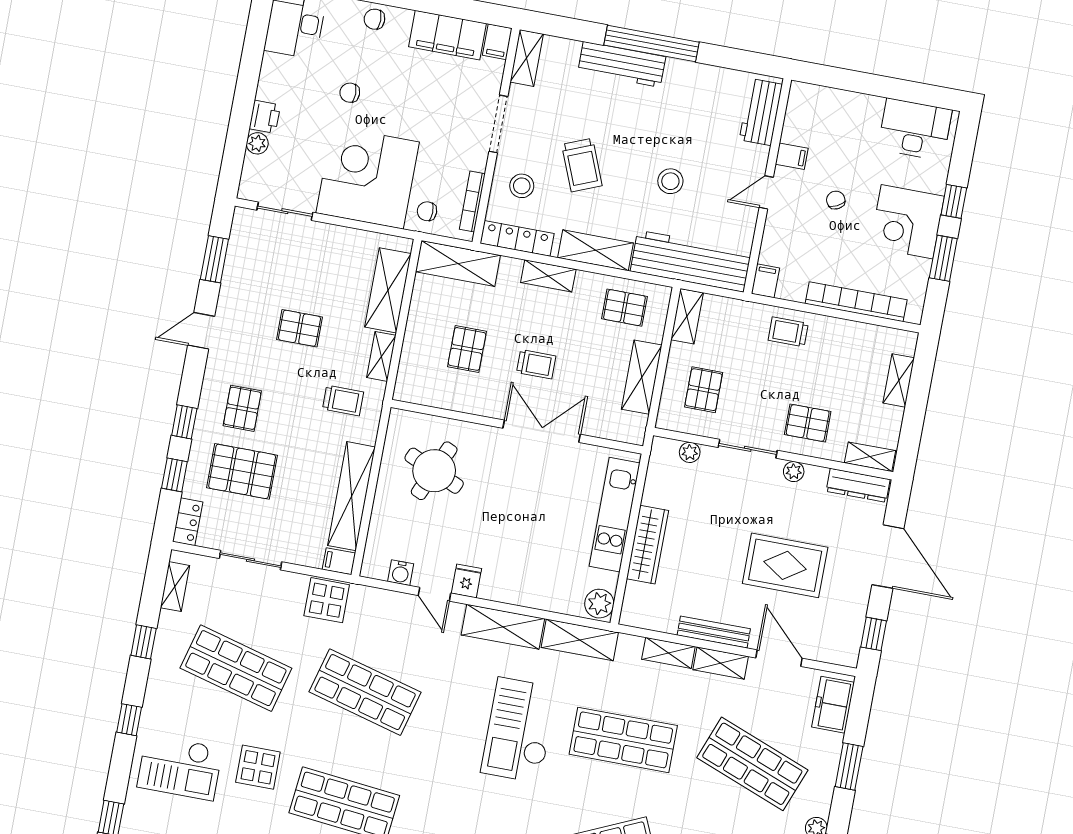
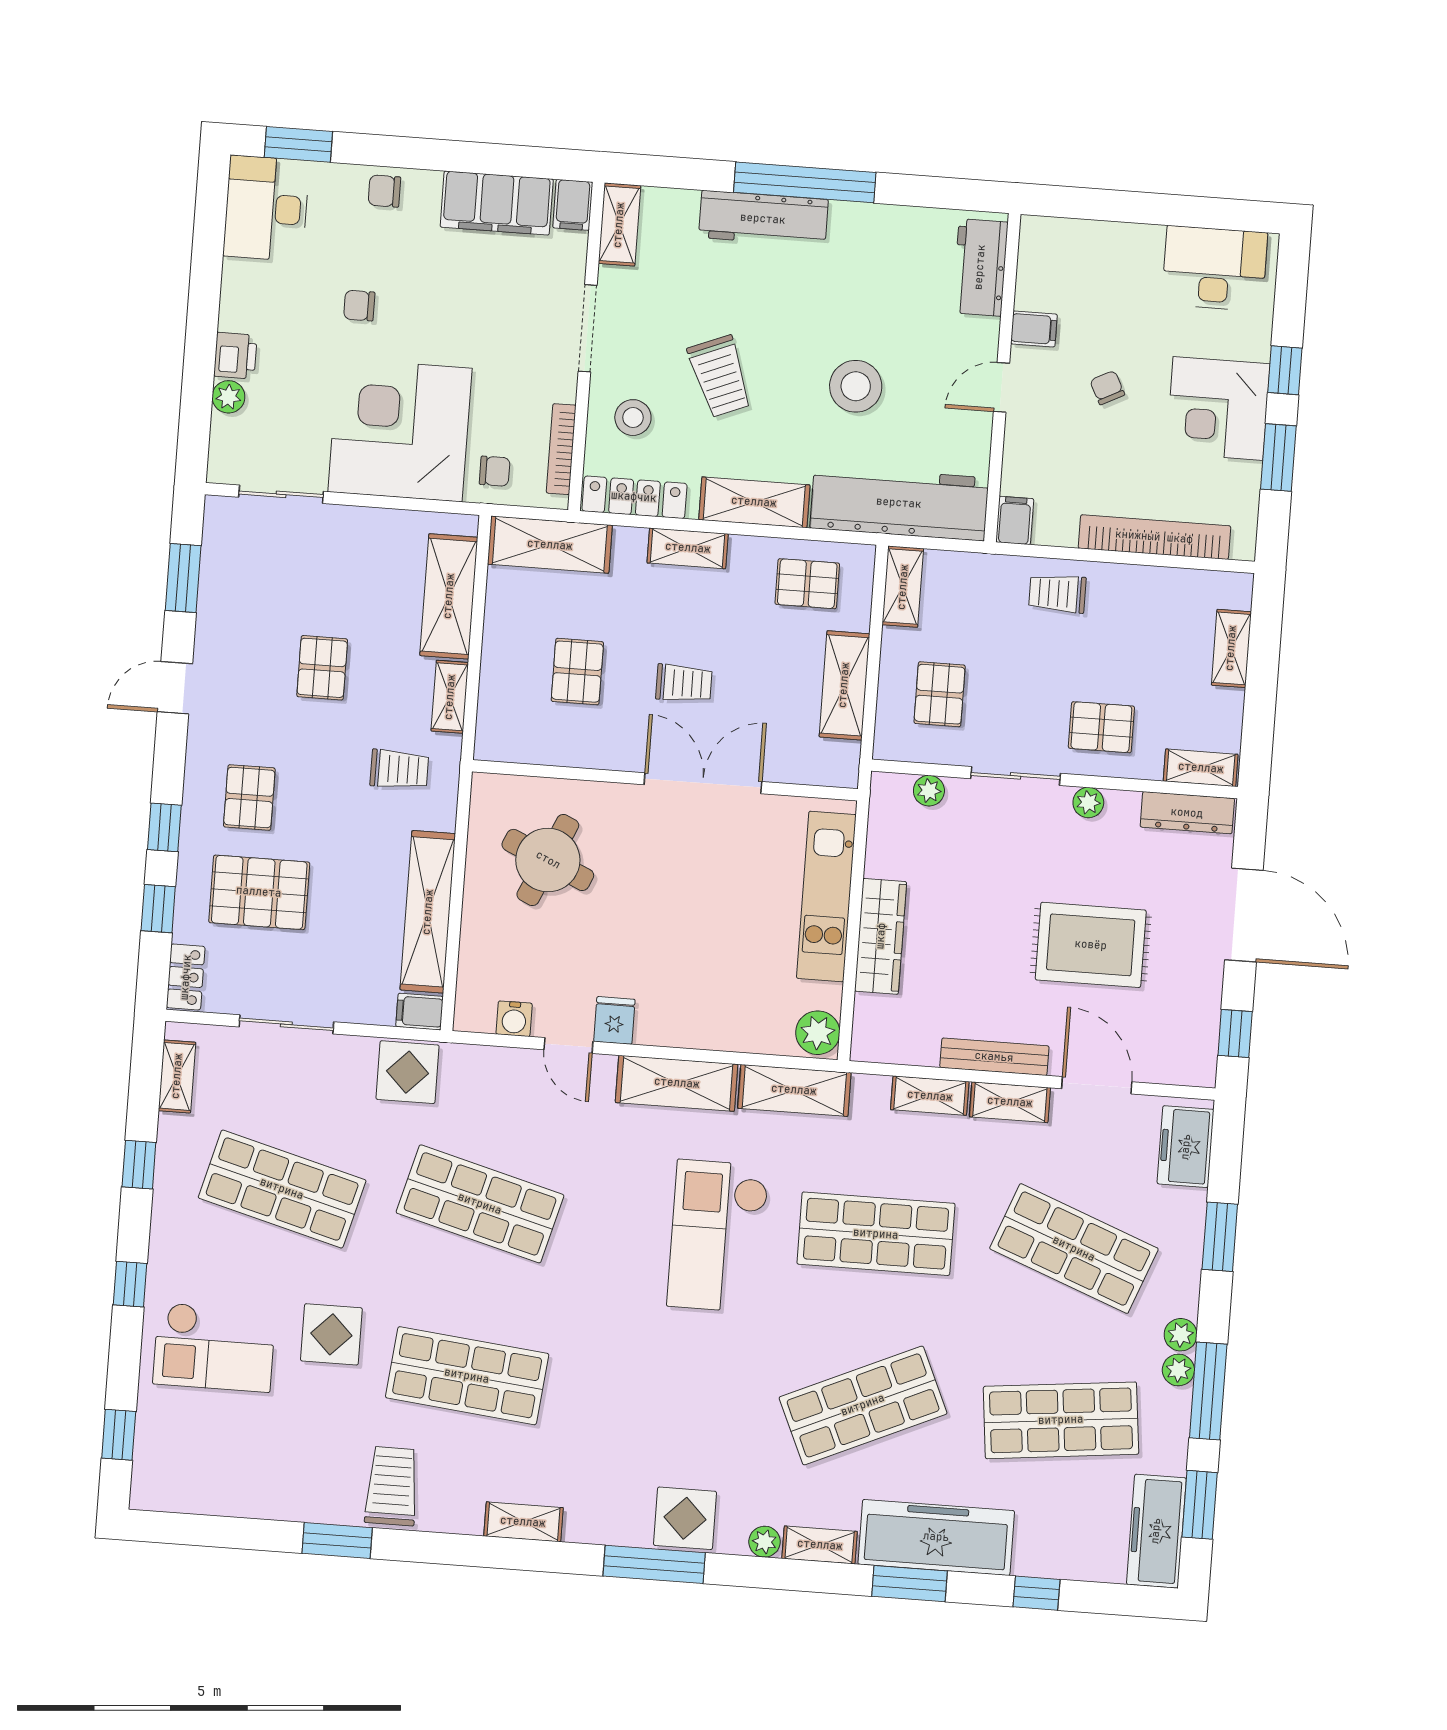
stool: (670, 181) -> (856, 386), width x1.38, depth x1.38
chair: (427, 211) -> (495, 471), turned 180
pallet: (300, 328) -> (322, 668), turned 90

